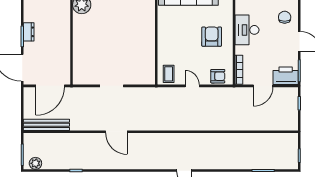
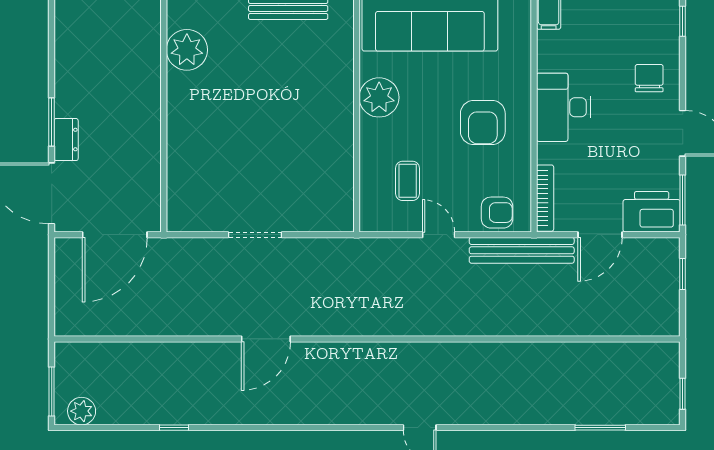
plant: (166, 26) -> (379, 97), added
dresser: (29, 32) -> (66, 140), moved
armchair: (212, 37) -> (483, 122), turned 180
coffee table: (169, 74) -> (408, 181), moved
bench: (46, 125) -> (522, 250), moved
door: (116, 132) -> (266, 339), hinge flipped

